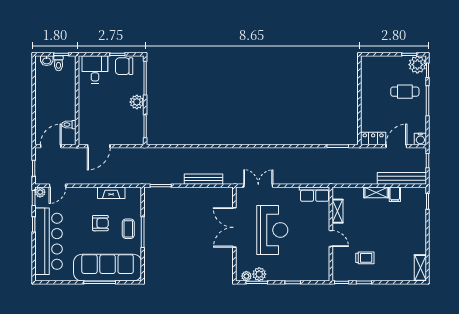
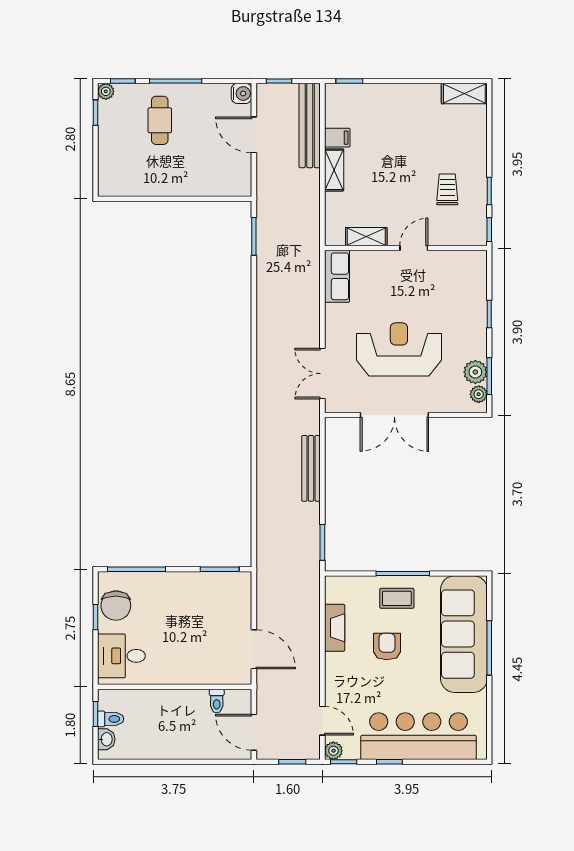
plant: (417, 65) -> (106, 91), width x0.53, depth x0.53
plant: (137, 102) -> (178, 584), removed
locker: (373, 139) -> (241, 175), removed

